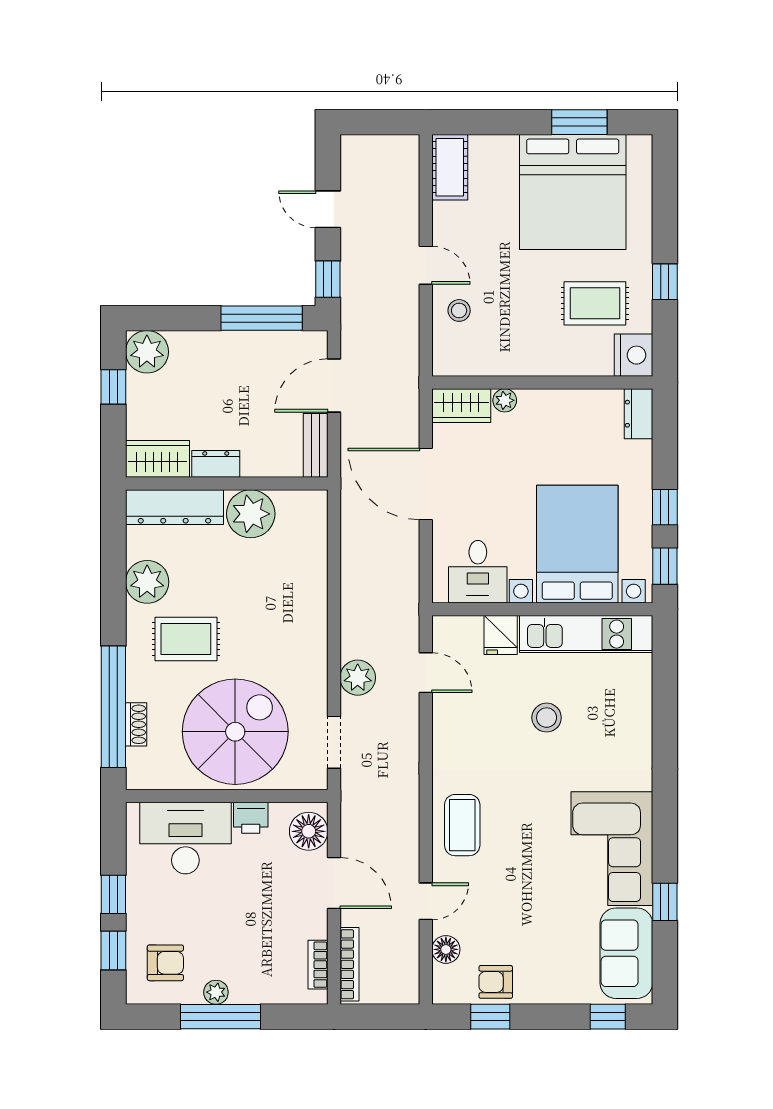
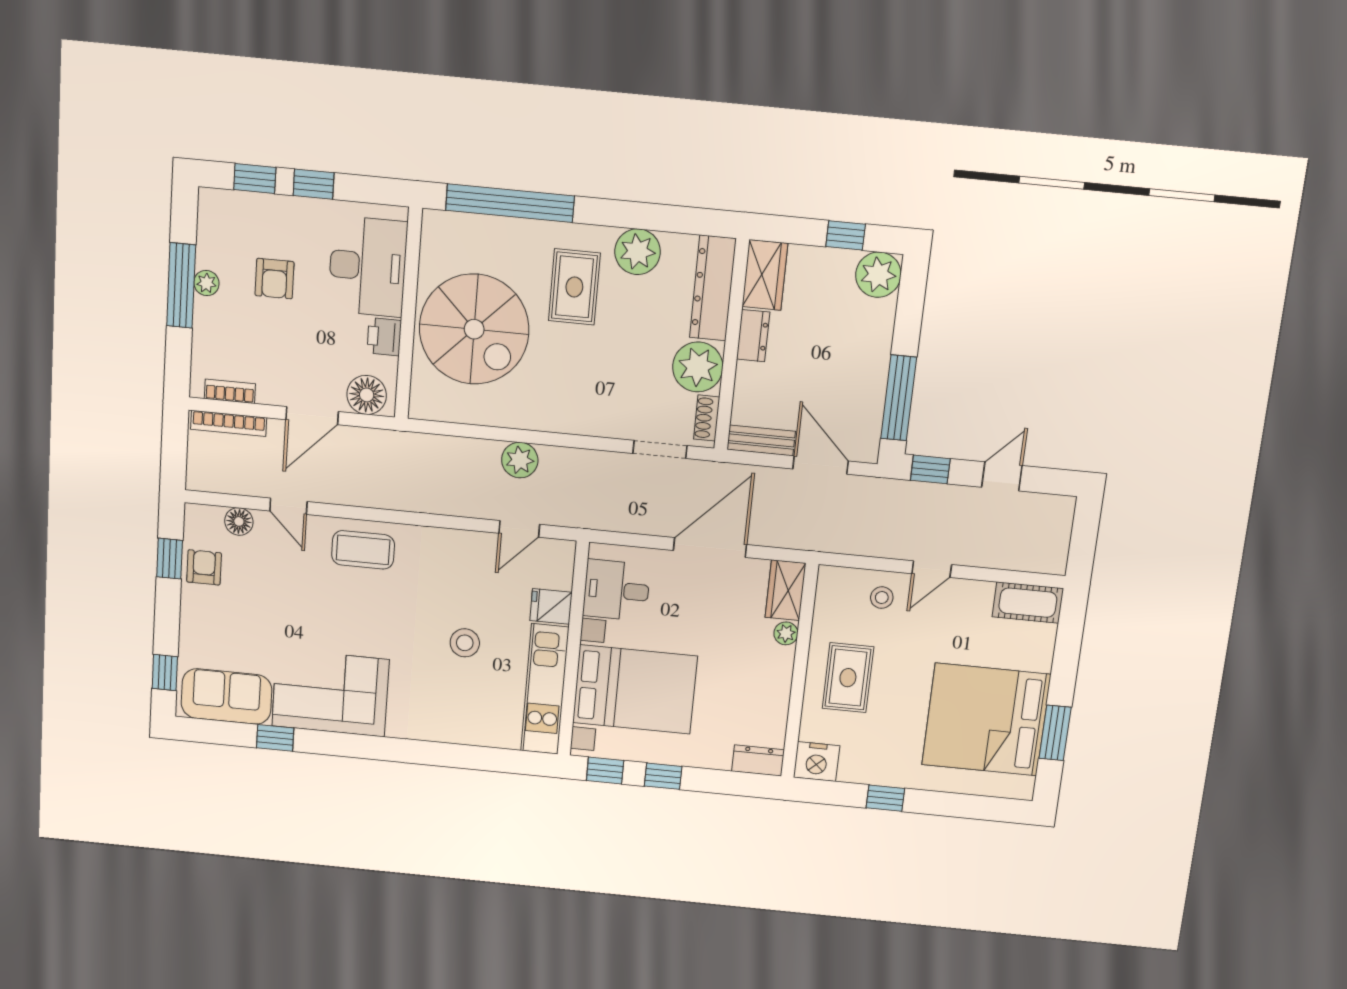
rug: (595, 303) -> (848, 678), moved
shoe rack: (136, 724) -> (707, 418), moved, turned 90
doorway: (334, 742) -> (660, 449), moved
armchair: (165, 963) -> (274, 279), moved

